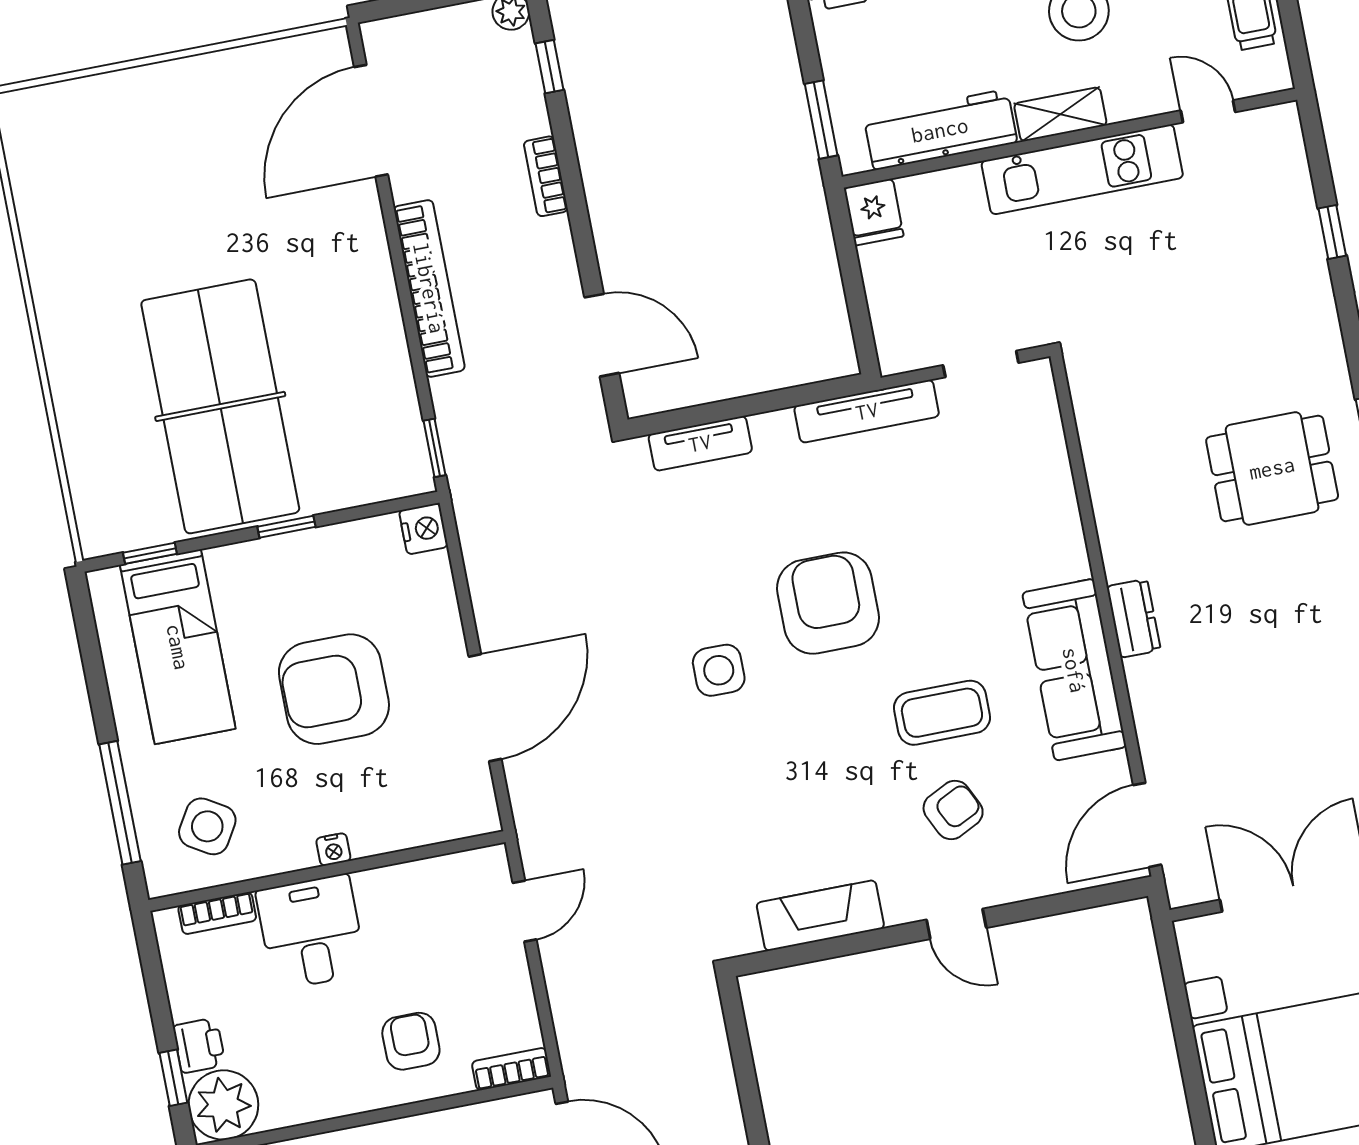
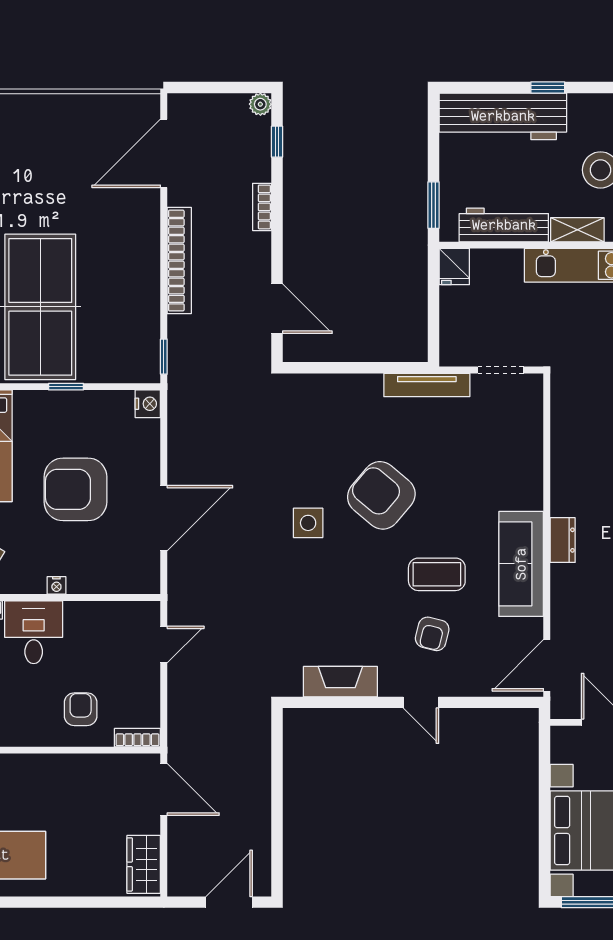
tv unit: (700, 443) -> (323, 385), removed
armchair: (828, 603) -> (381, 495), turned -50
armchair: (953, 810) -> (432, 634), turned 130

